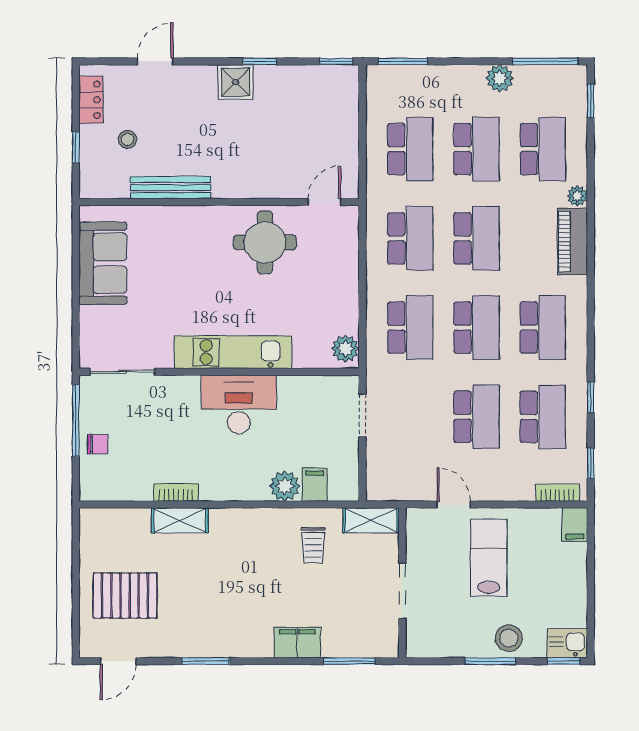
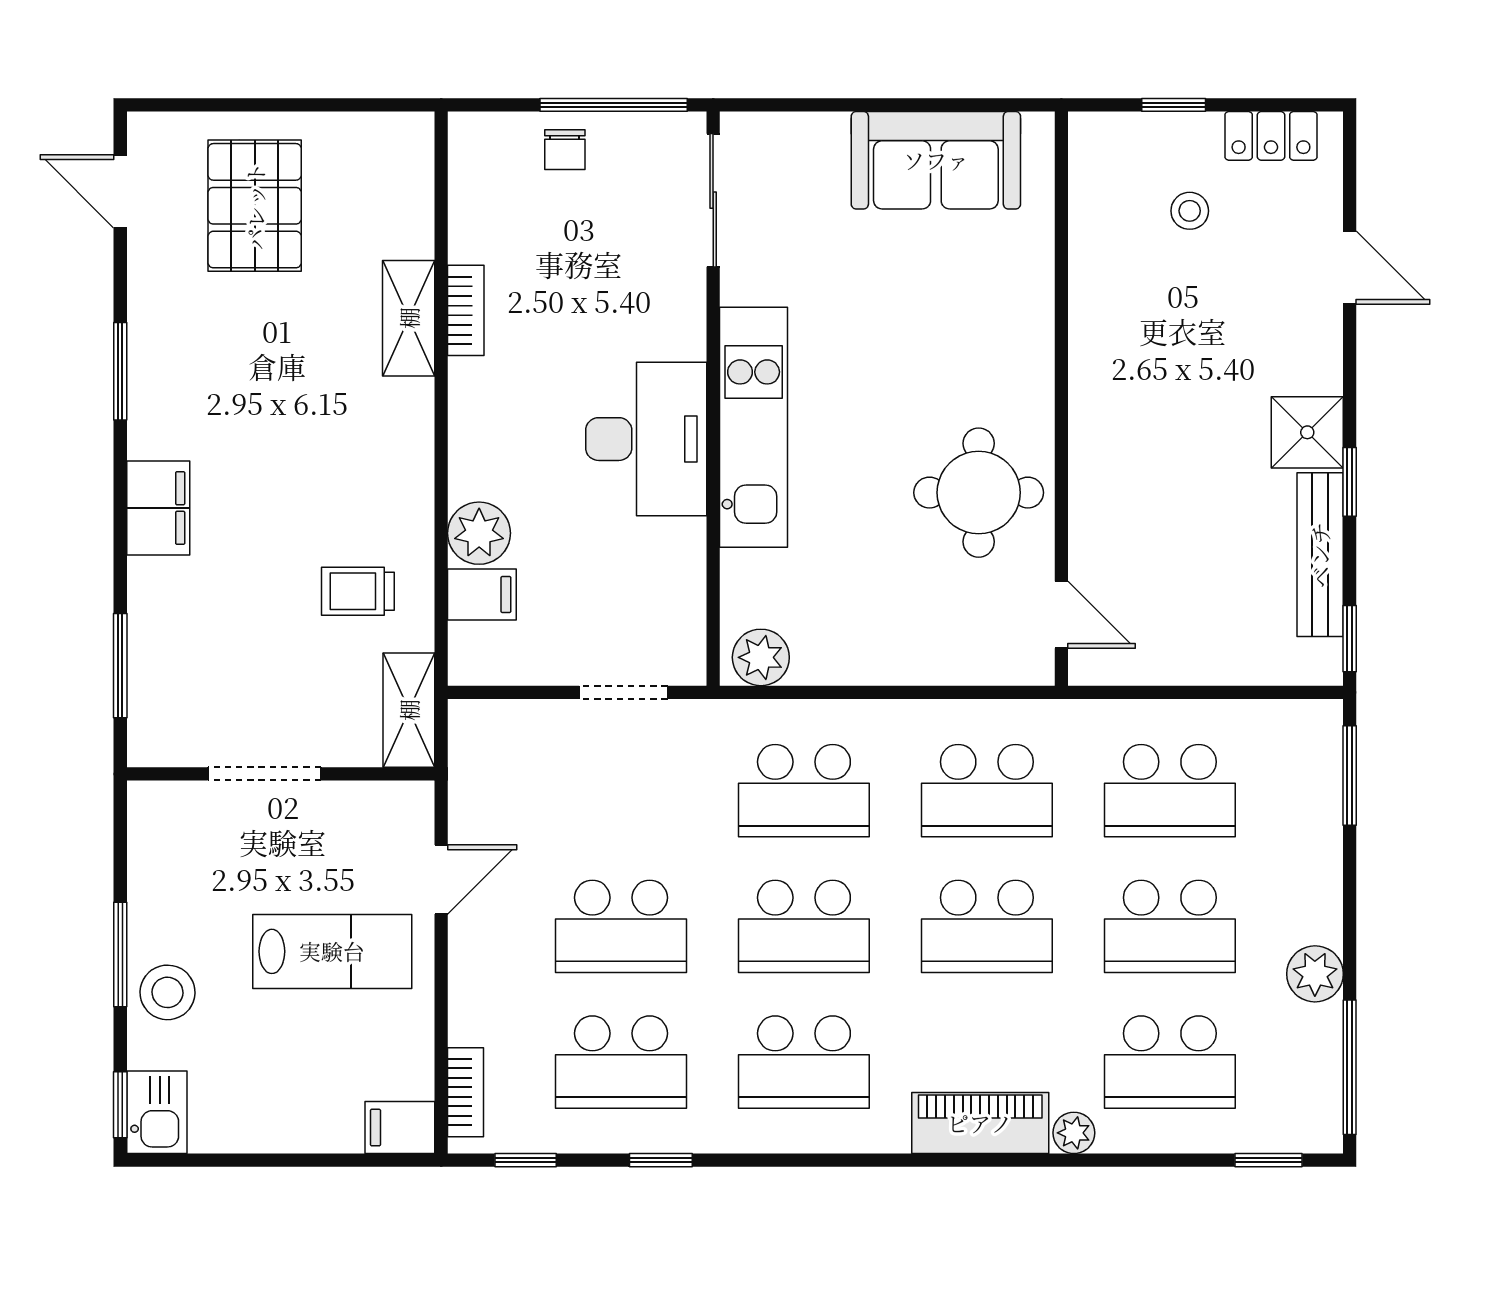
bench: (171, 188) -> (1320, 555), moved
filing cabinet: (297, 643) -> (158, 508), moved

